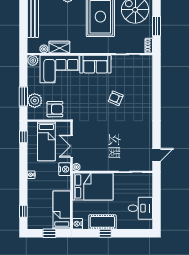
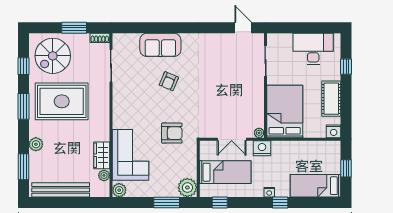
sofa: (95, 64) -> (160, 45), moved, turned 90
plant: (35, 101) -> (187, 188), moved
armchair: (55, 109) -> (172, 133), moved, turned 90
desk: (140, 208) -> (313, 49), width x1.37
bed: (62, 210) -> (316, 186), moved
window: (23, 211) -> (280, 202), moved
window: (105, 233) -> (346, 67), moved

